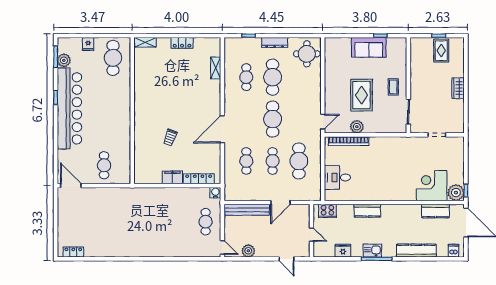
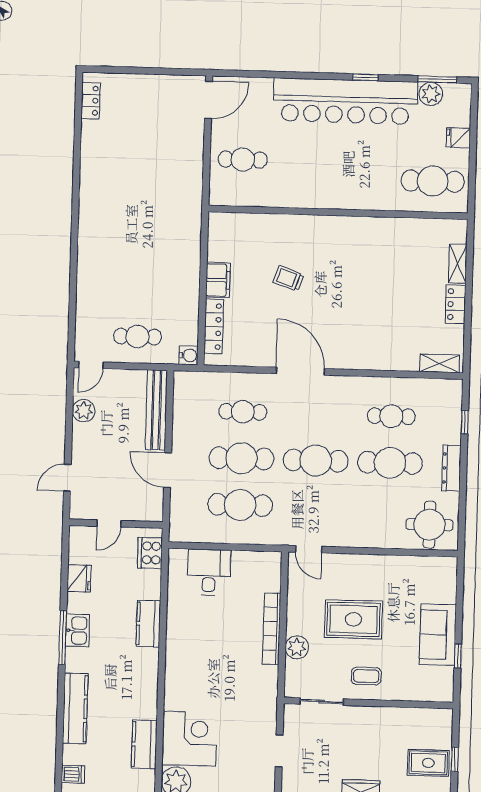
shelving: (145, 42) -> (458, 264), moved
shelving: (216, 68) -> (440, 363), moved
plant: (357, 127) -> (297, 647), moved
bookcase: (349, 141) -> (272, 629), moved
cafe table: (273, 161) -> (241, 458), width x1.37, depth x1.35

